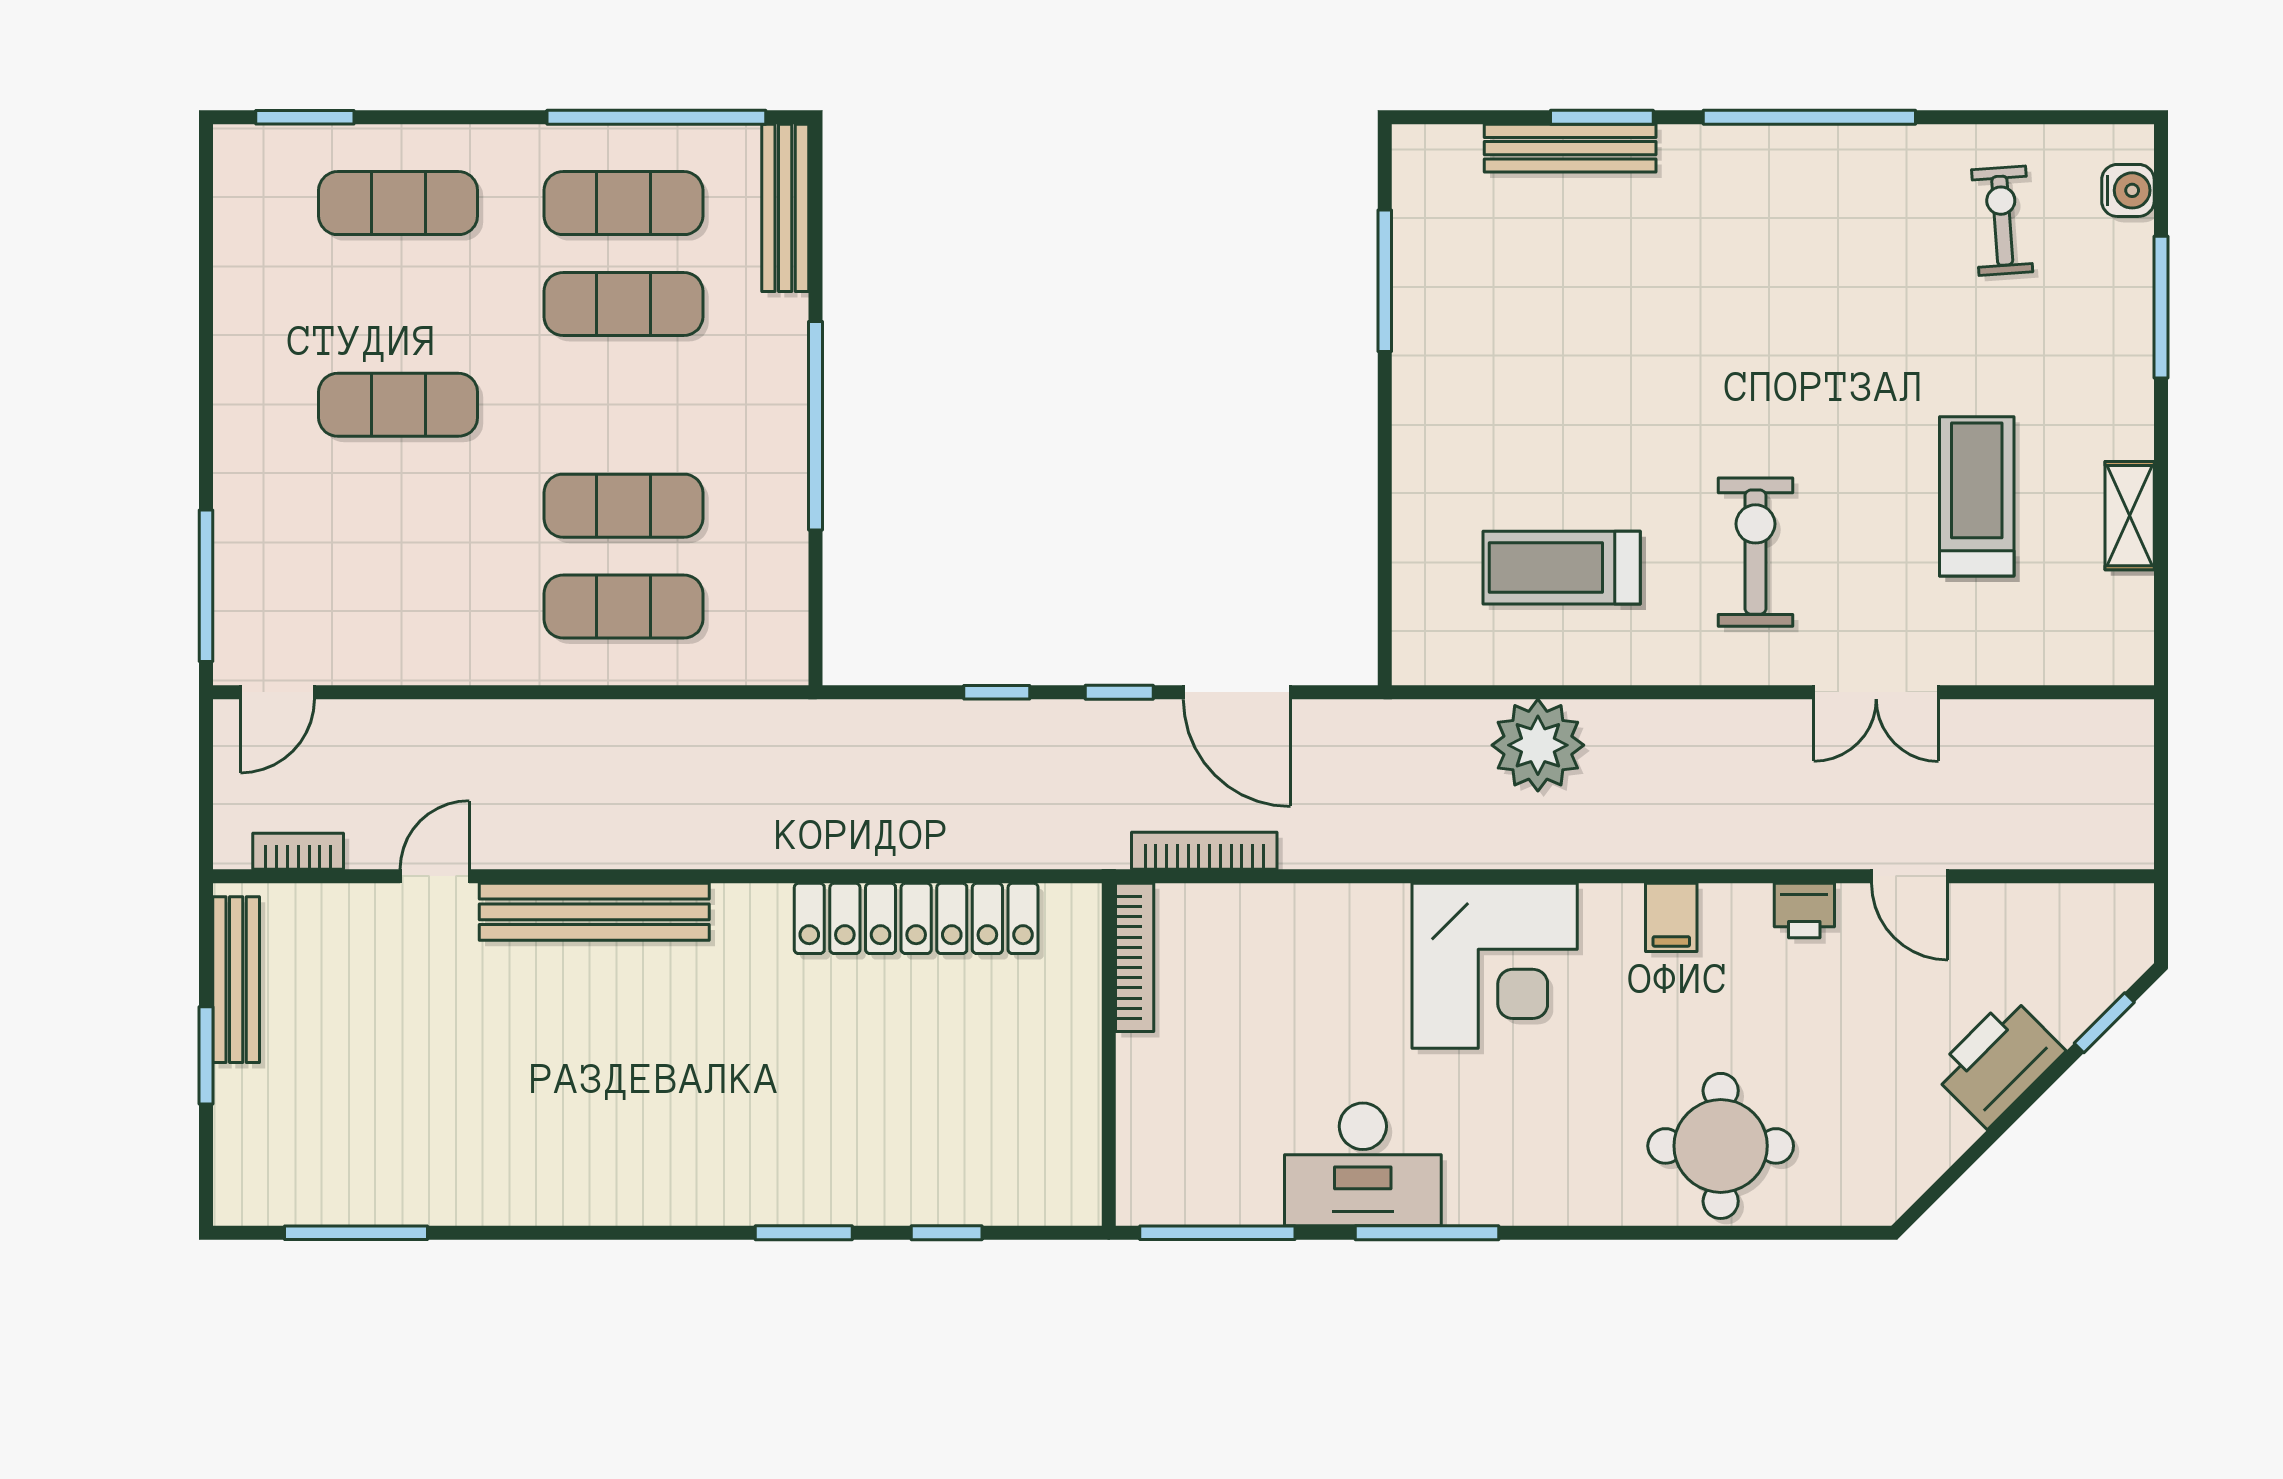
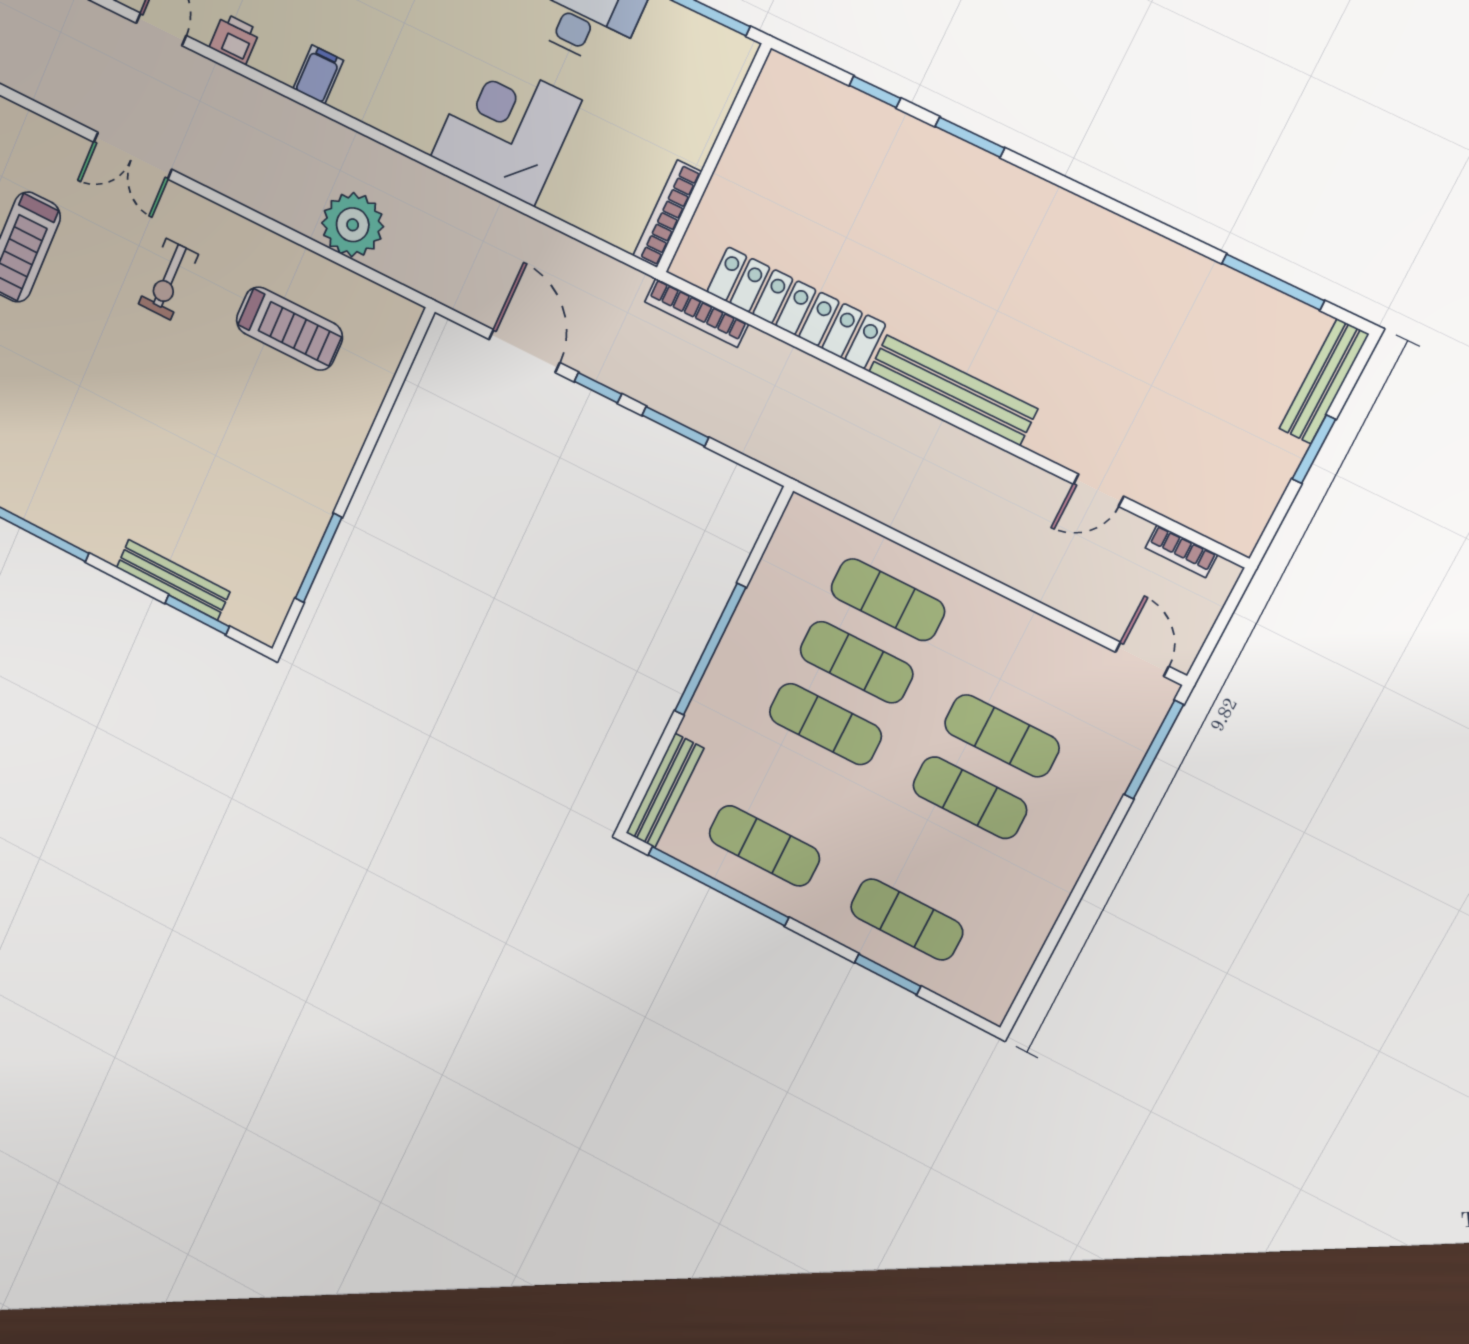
window: (305, 117) -> (888, 974), moved
window: (1602, 117) -> (197, 615), moved
exercise mat: (623, 304) -> (825, 724), moved
exercise mat: (398, 506) -> (1002, 736), added
exercise bike: (1755, 552) -> (168, 279), width x0.73, depth x0.72
door: (277, 692) -> (1142, 659), hinge flipped
window: (997, 692) -> (675, 426), width x1.50
double door: (1876, 692) -> (133, 156), swing flipped
bookcase: (1204, 851) -> (697, 313), moved
bench: (594, 912) -> (953, 390), moved
corner desk: (1495, 966) -> (506, 128), moved
bench: (236, 980) -> (1324, 381), moved

